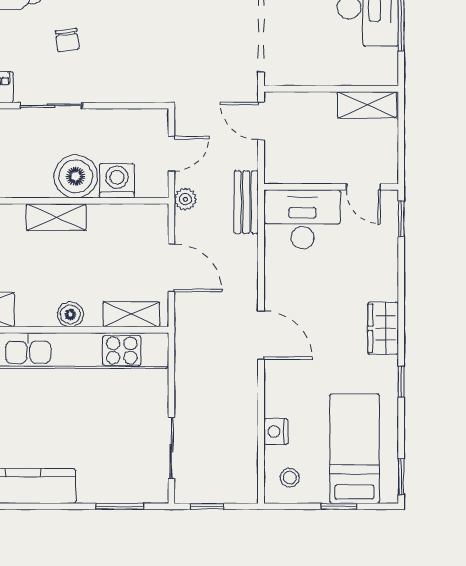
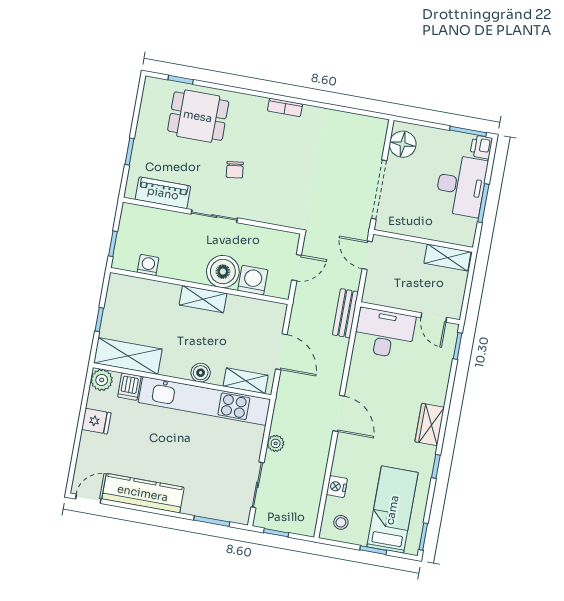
plant: (185, 199) -> (276, 443), moved

